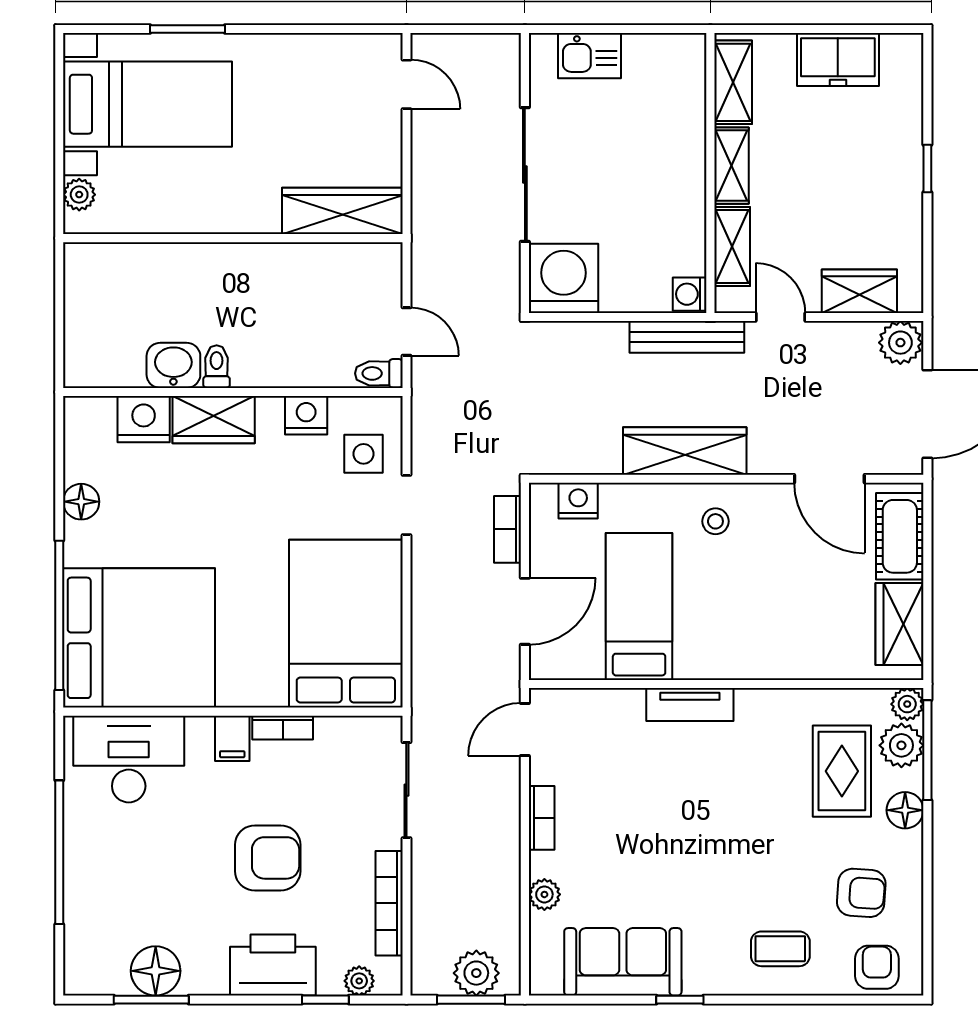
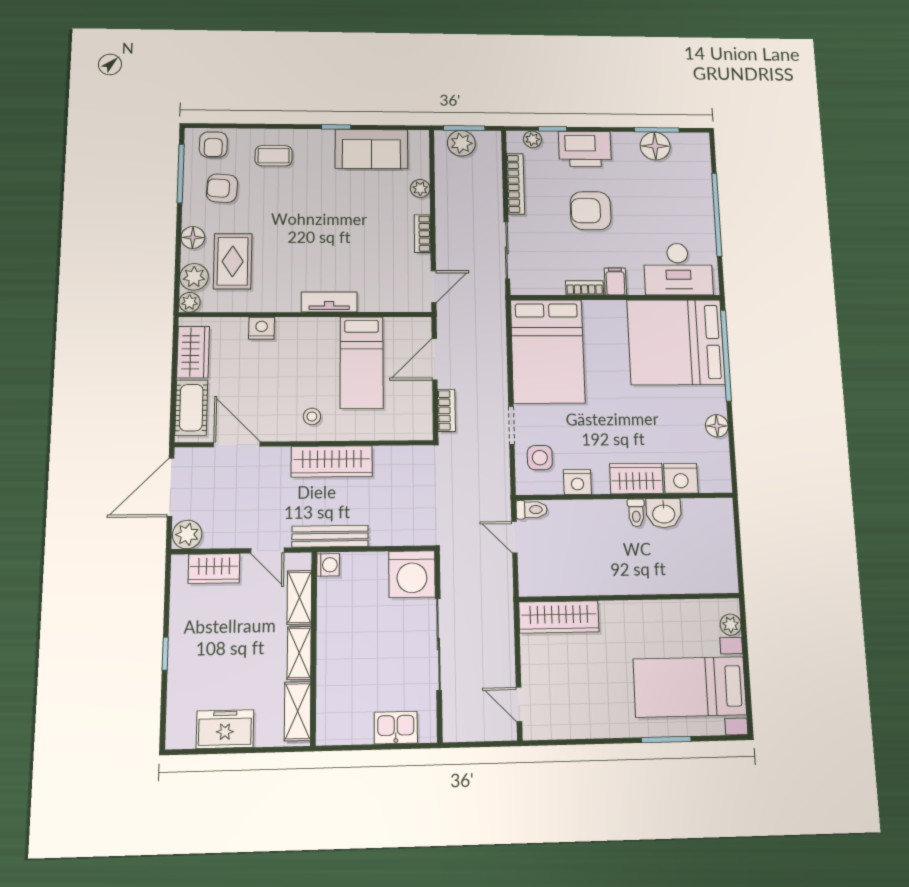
nightstand: (578, 501) -> (262, 328), moved, turned 180
window: (927, 750) -> (181, 173), moved

